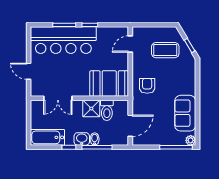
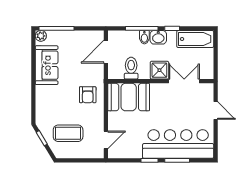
shower: (91, 109) -> (159, 70), moved

